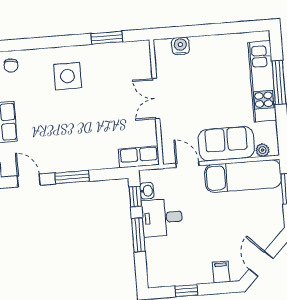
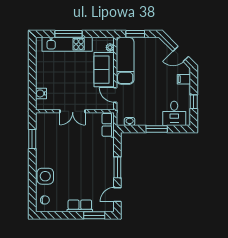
side table: (68, 76) -> (45, 176), moved
door: (187, 164) -> (115, 95), hinge flipped
window: (135, 197) -> (133, 129), removed
desk: (162, 218) -> (174, 113), moved

